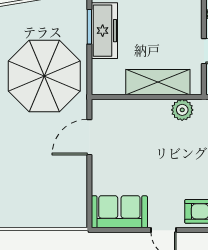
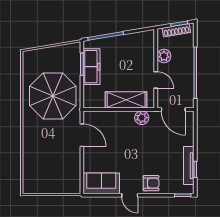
door: (89, 137) -> (82, 135), swing flipped

